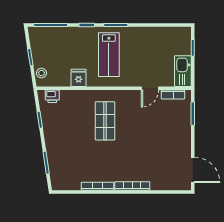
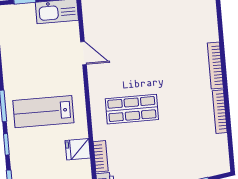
lab bench: (109, 55) -> (43, 112), turned 180
bookcase: (173, 95) -> (101, 156), moved

